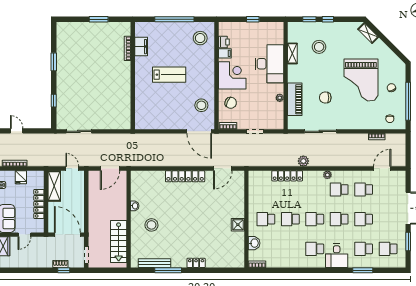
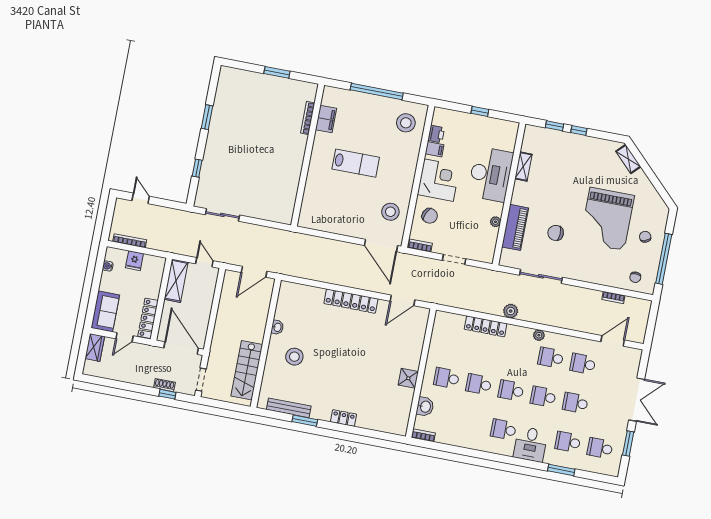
stool: (319, 47) -> (560, 165), removed
locker: (39, 204) -> (148, 318), moved
window: (168, 270) -> (305, 421), width x0.69

